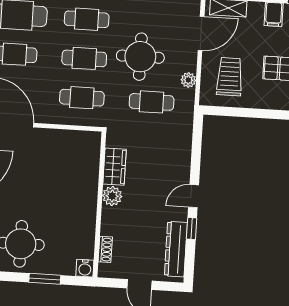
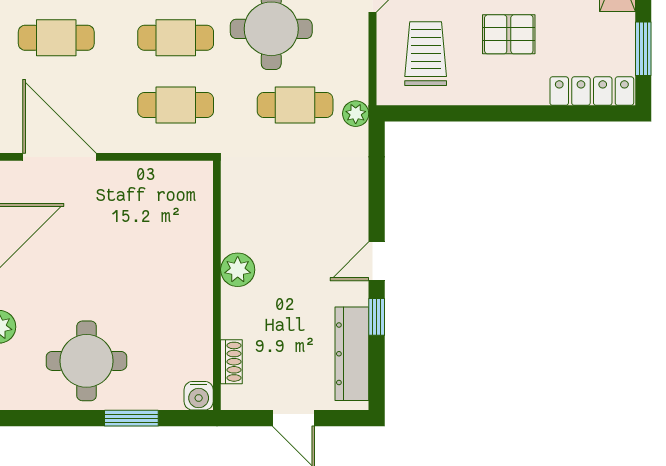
plant: (188, 80) -> (356, 114), moved
wardrobe: (115, 167) -> (239, 219), removed

